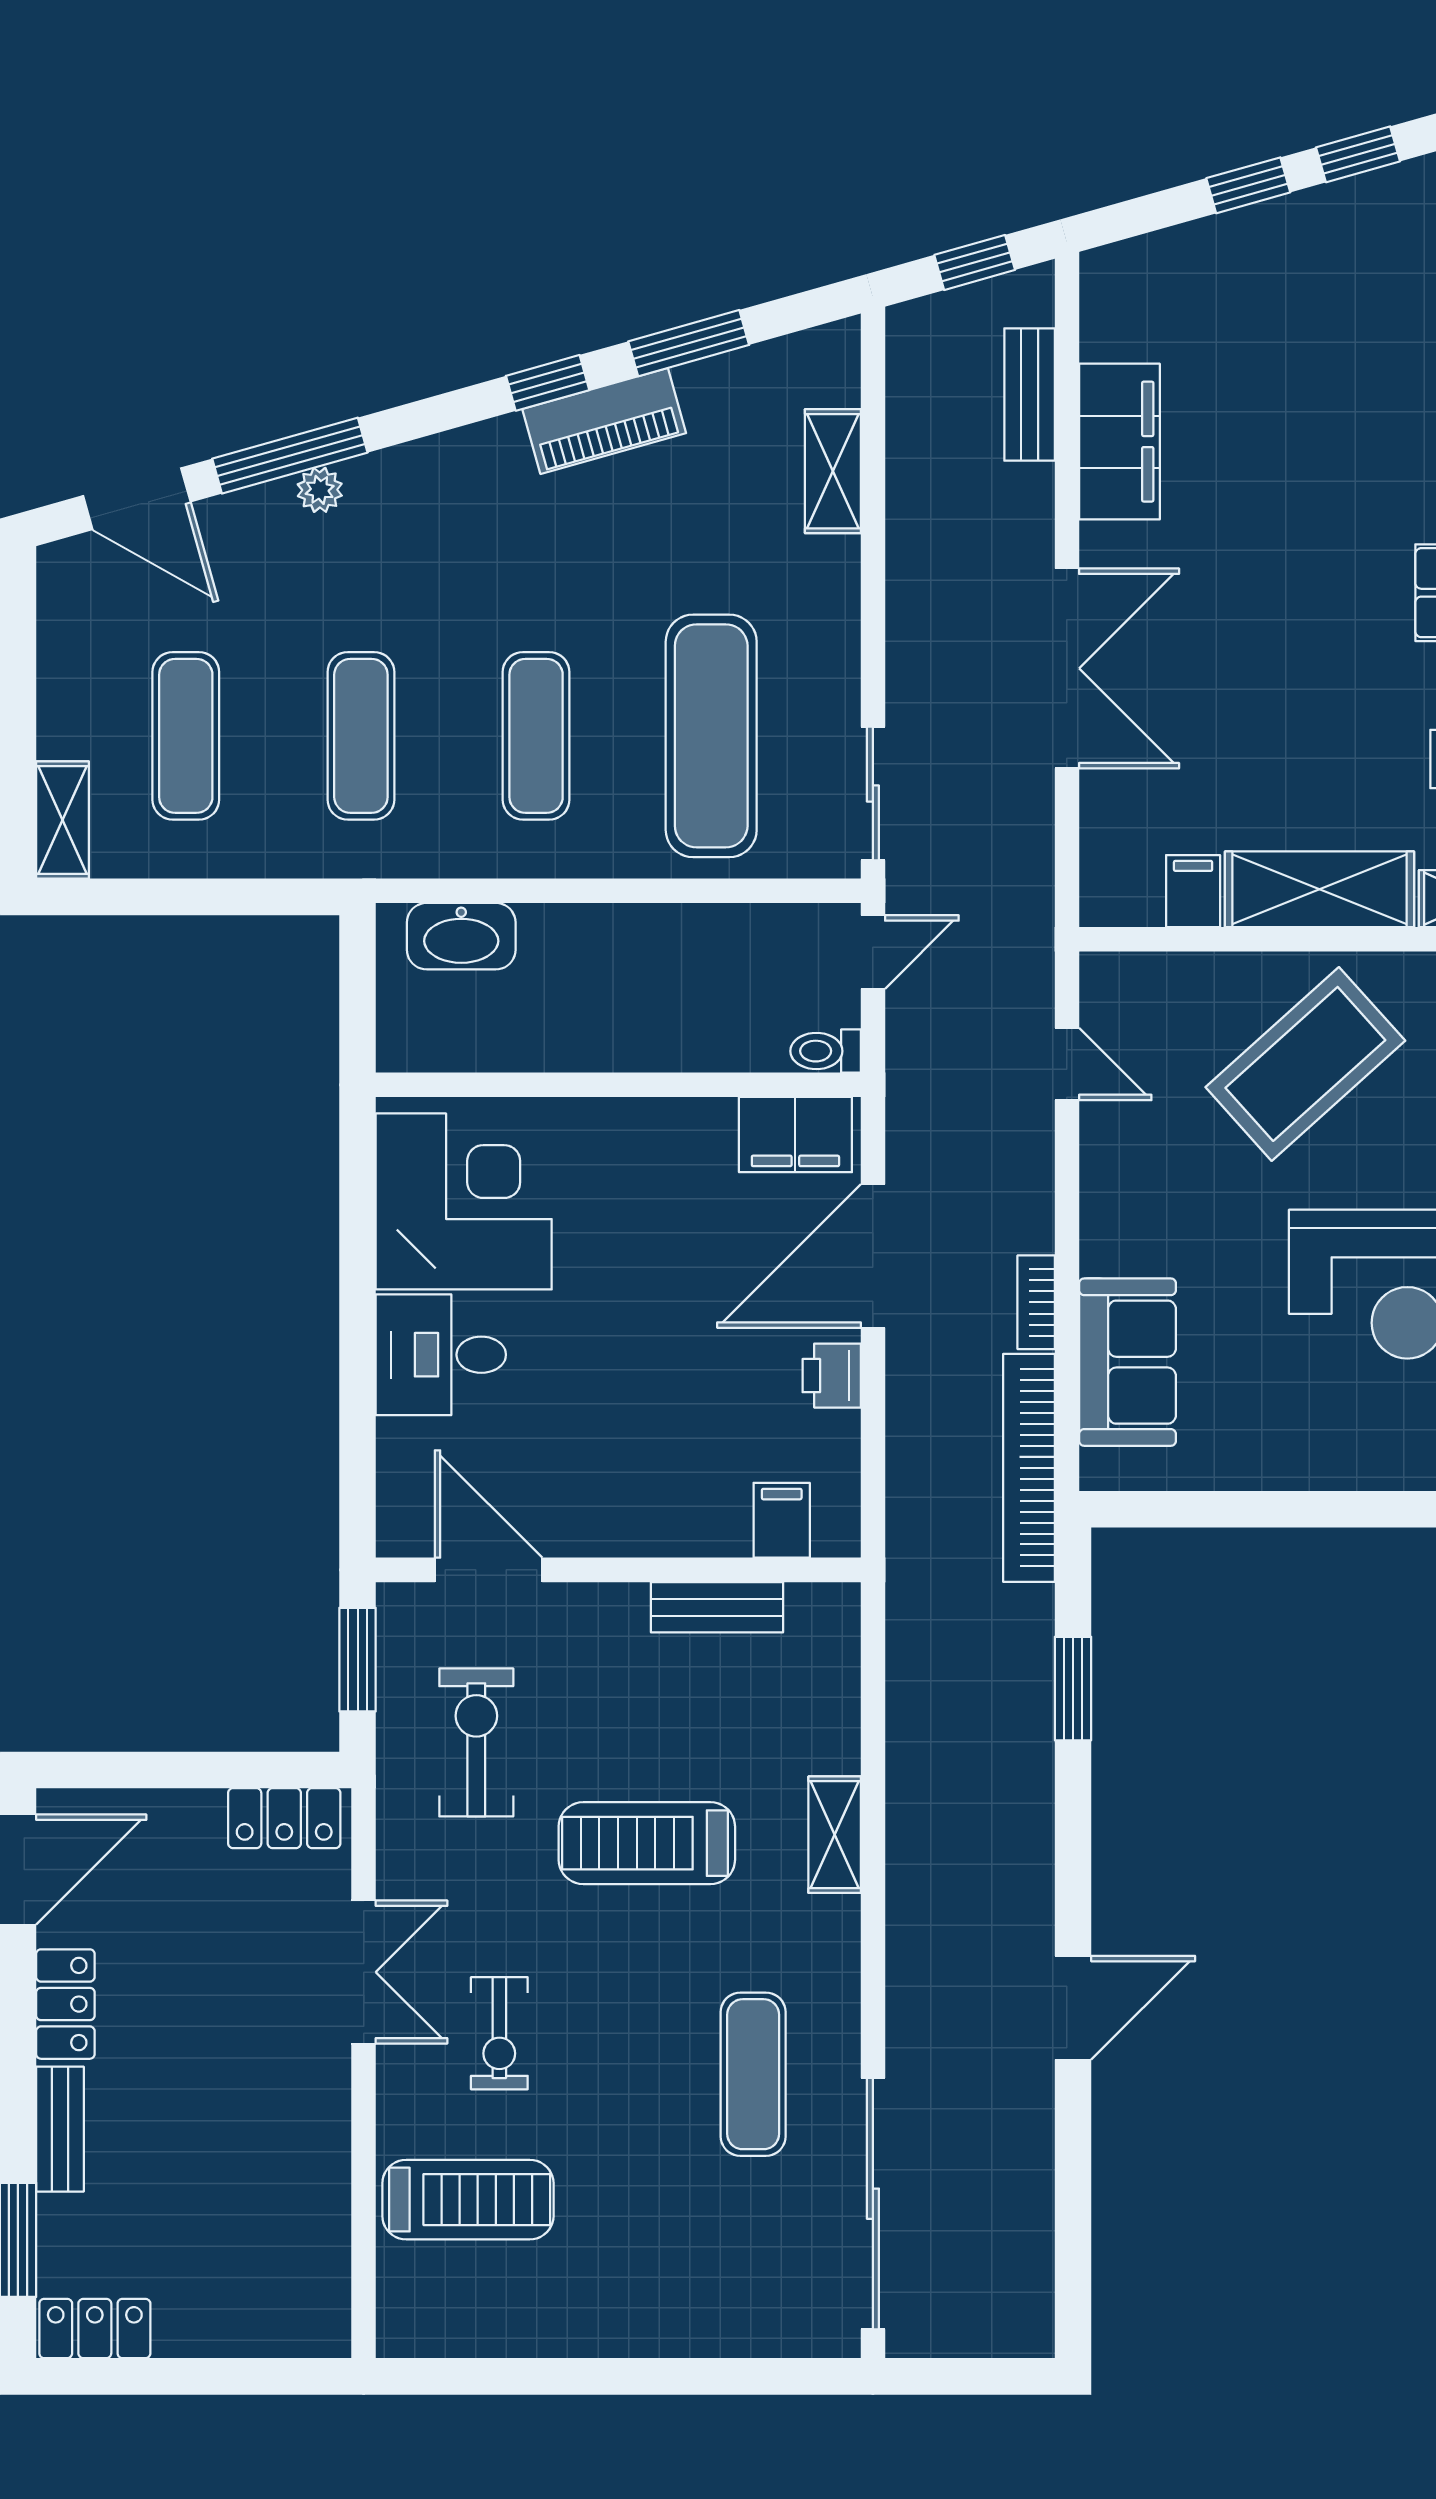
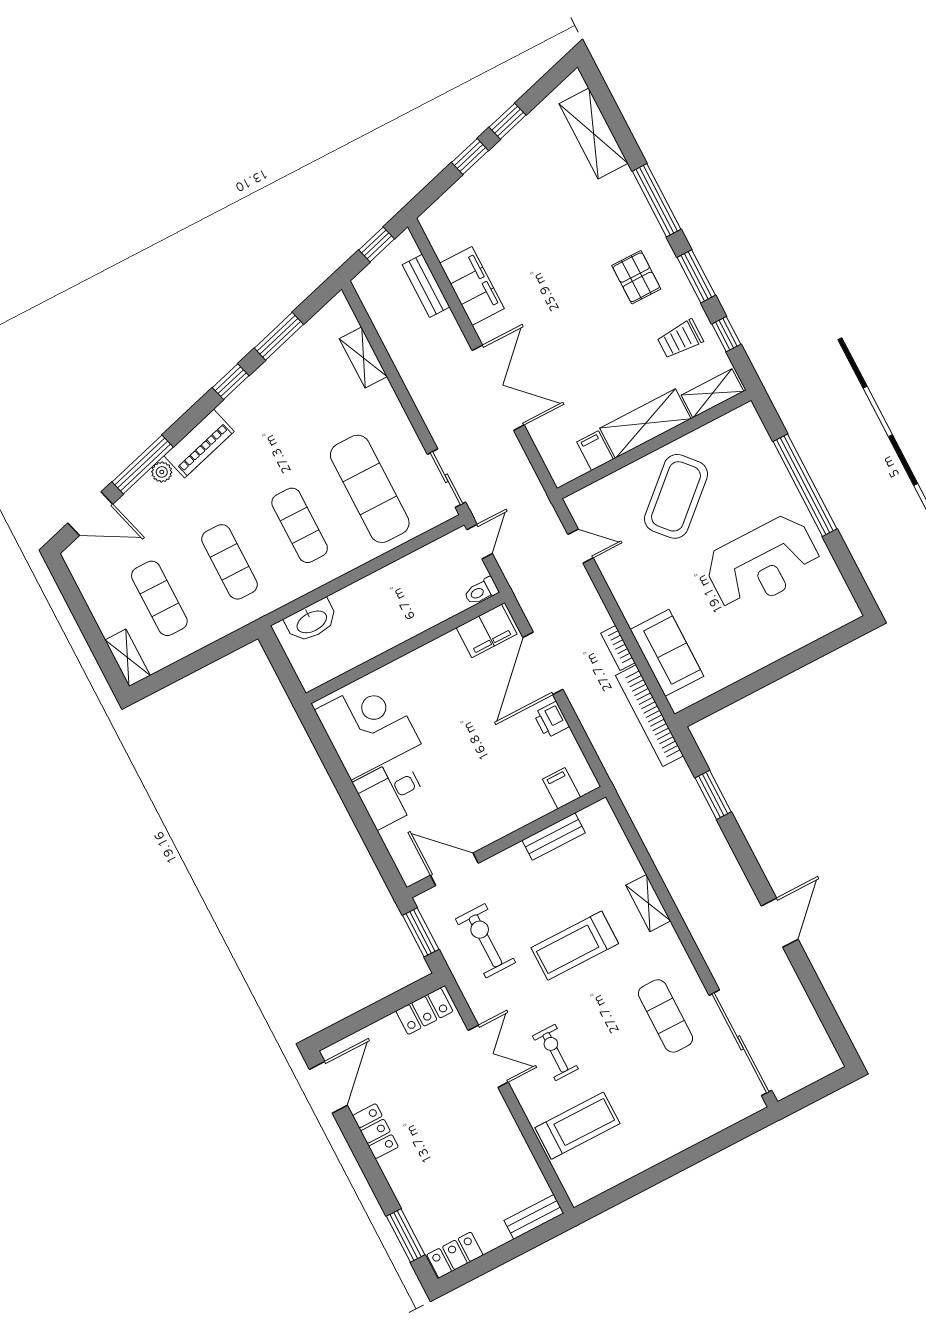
piano: (604, 421) -> (199, 444), moved
exercise bike: (499, 2033) -> (555, 1052), turned 180
bench: (60, 2129) -> (534, 1217), moved, turned 90

